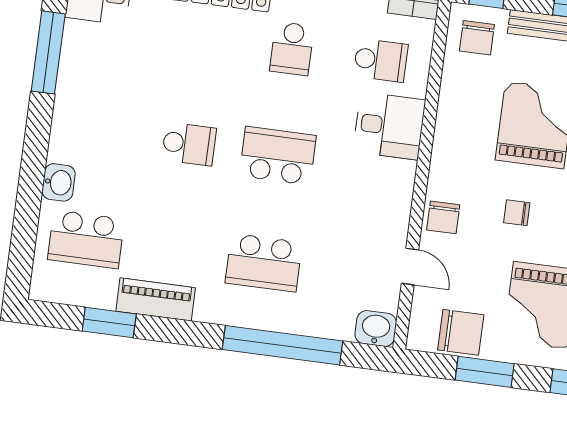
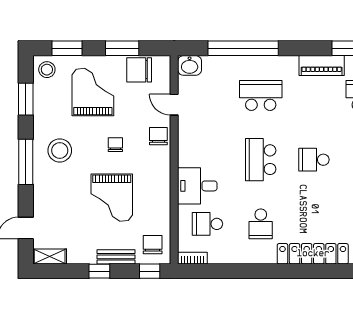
school desk: (292, 49) -> (261, 224), turned 180
school desk: (278, 156) -> (261, 160), turned 90
chair: (517, 213) -> (115, 145), turned -90

